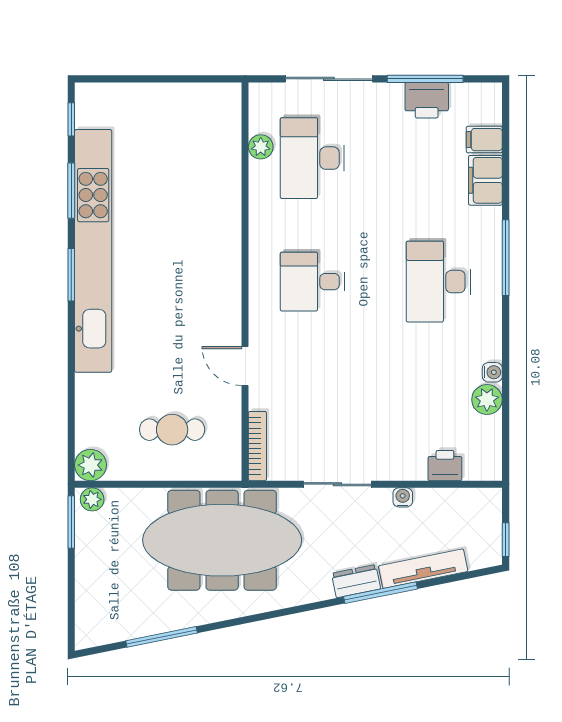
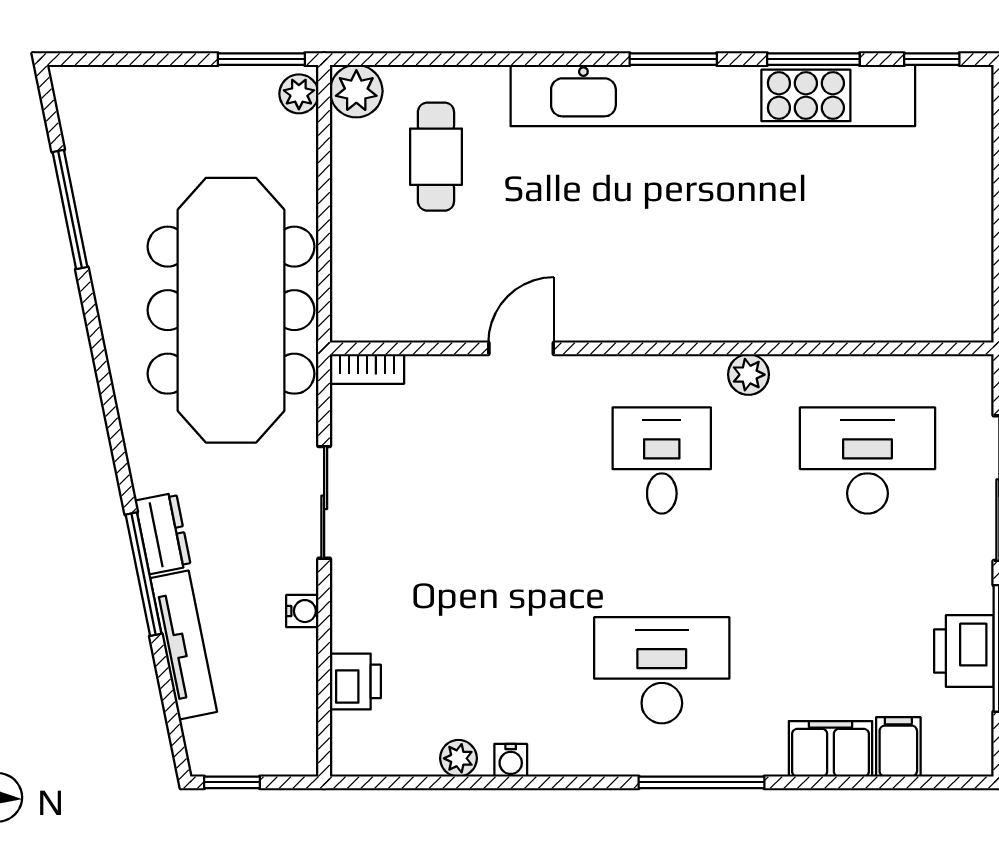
plant: (261, 147) -> (748, 375), moved
plant: (487, 400) -> (458, 758), width x0.73, depth x0.73
cafe table: (172, 430) -> (436, 157), moved
bookcase: (257, 446) -> (367, 369), width x0.64

